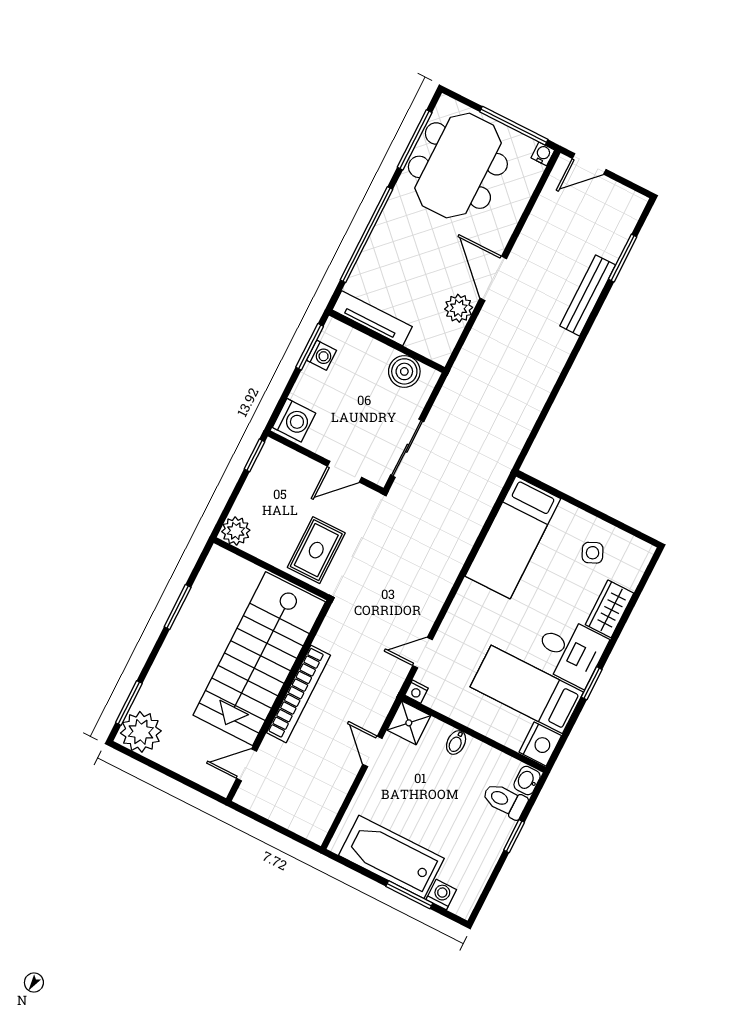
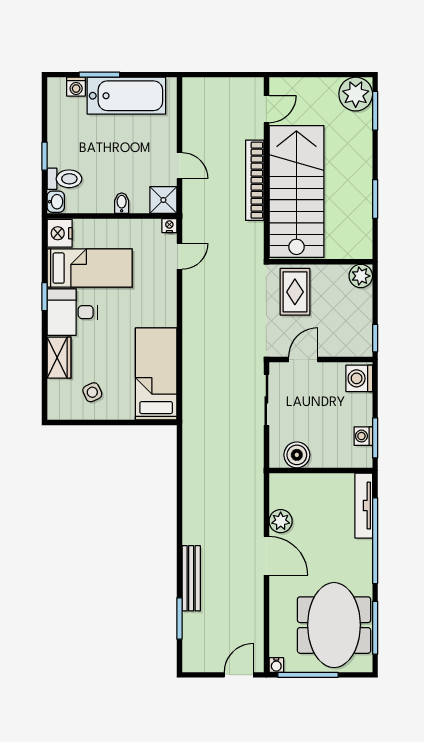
tv unit: (372, 318) -> (364, 506), moved, turned 90

